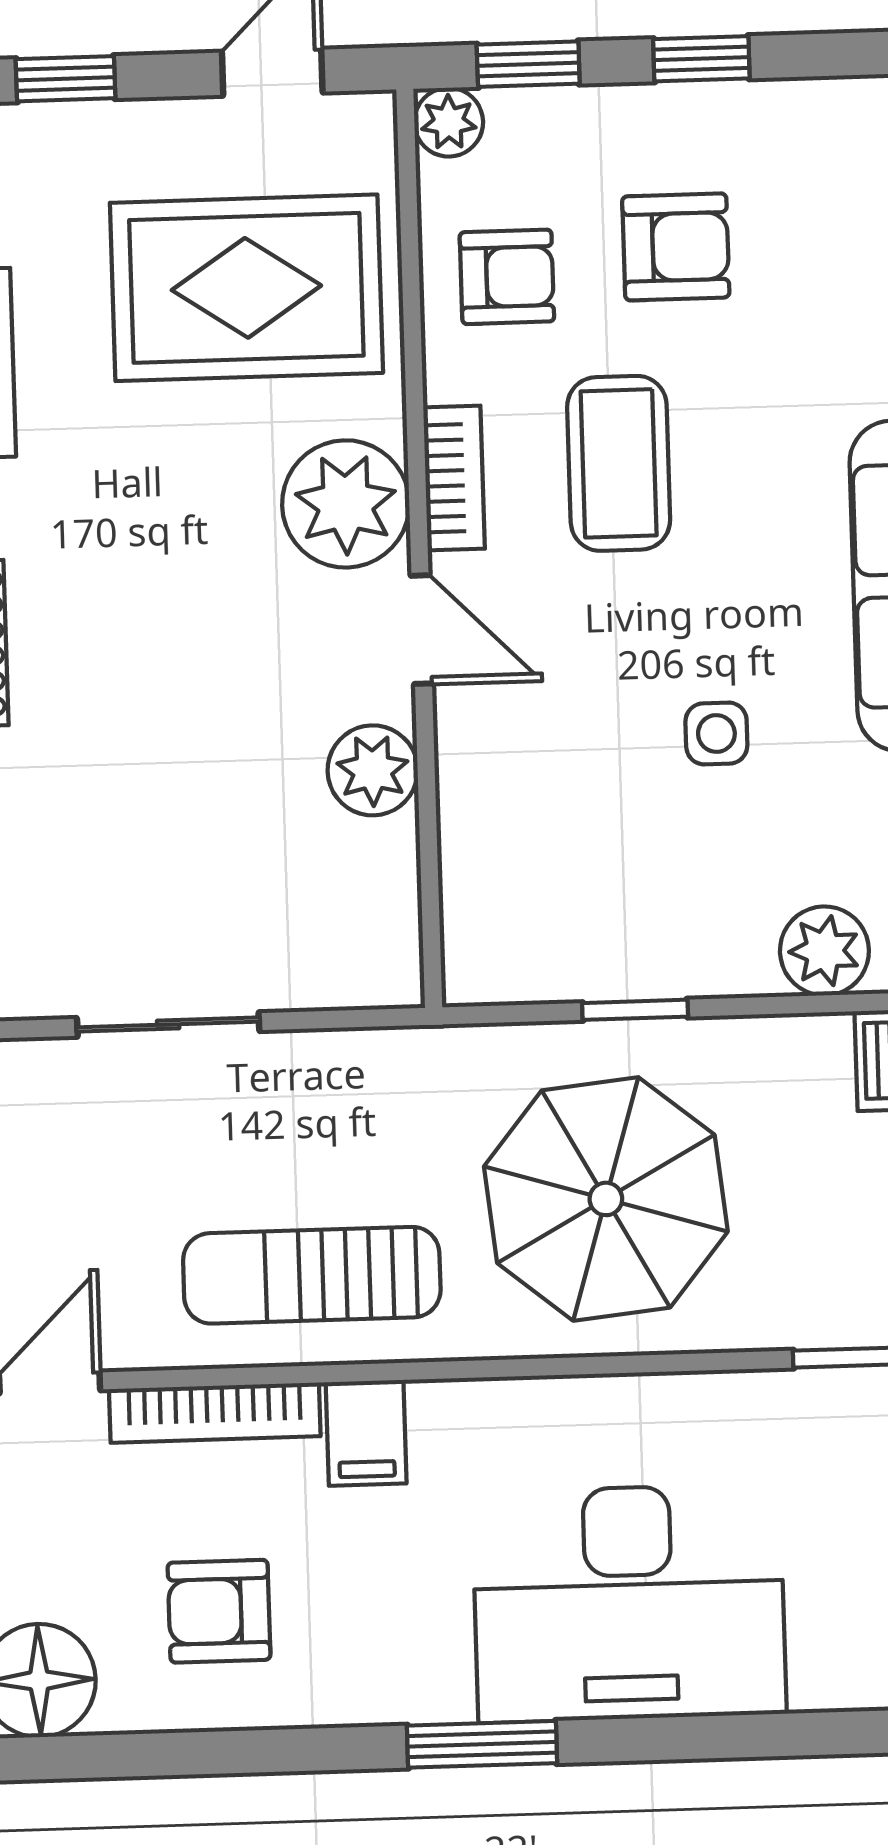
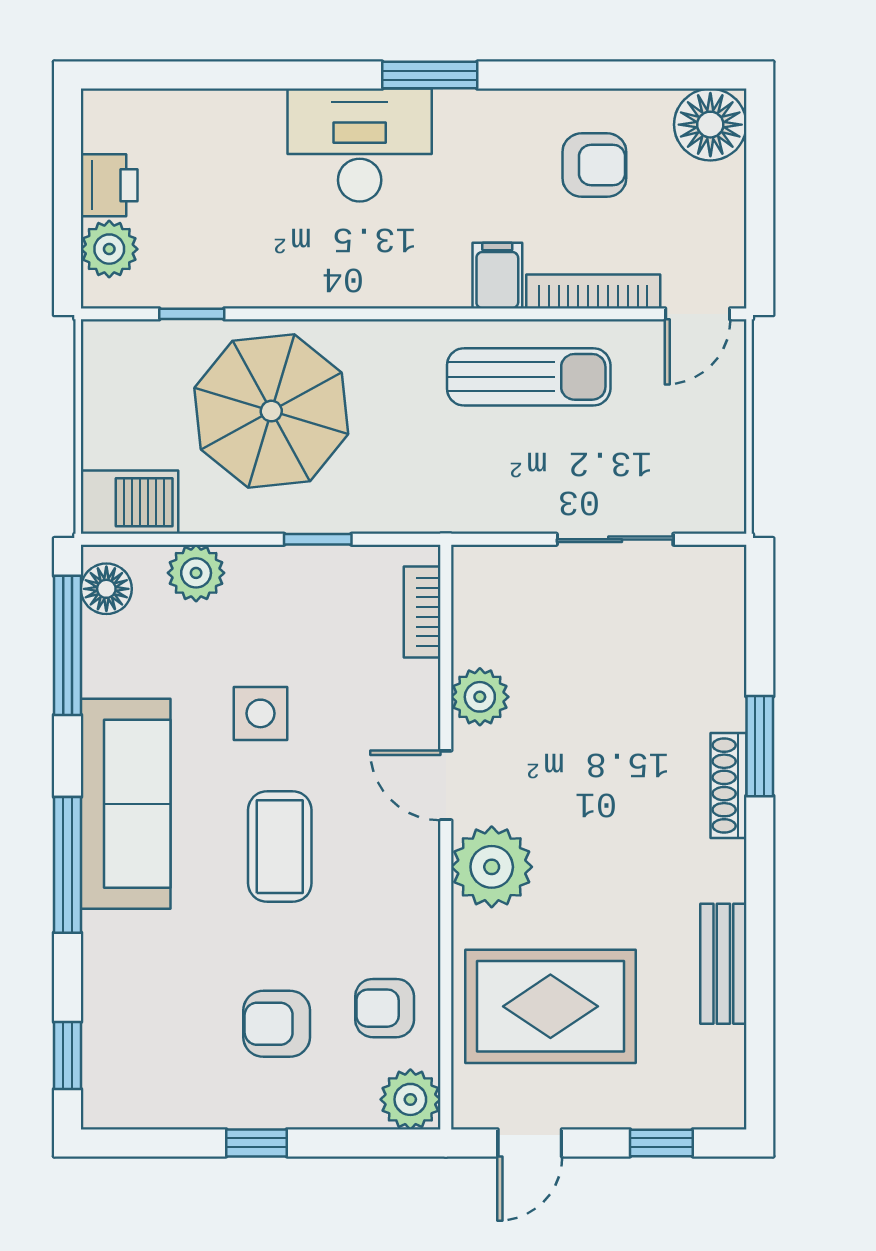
window: (528, 64) -> (367, 1143), removed
plant: (449, 122) -> (410, 1099), width x1.38, depth x1.38
coffee table: (619, 463) -> (280, 847), moved
bookcase: (454, 478) -> (422, 612), moved
side table: (716, 733) -> (260, 713), width x1.37, depth x1.37
parasol: (606, 1199) -> (271, 411), moved
desk: (629, 1603) -> (360, 145), width x0.73, depth x0.77

